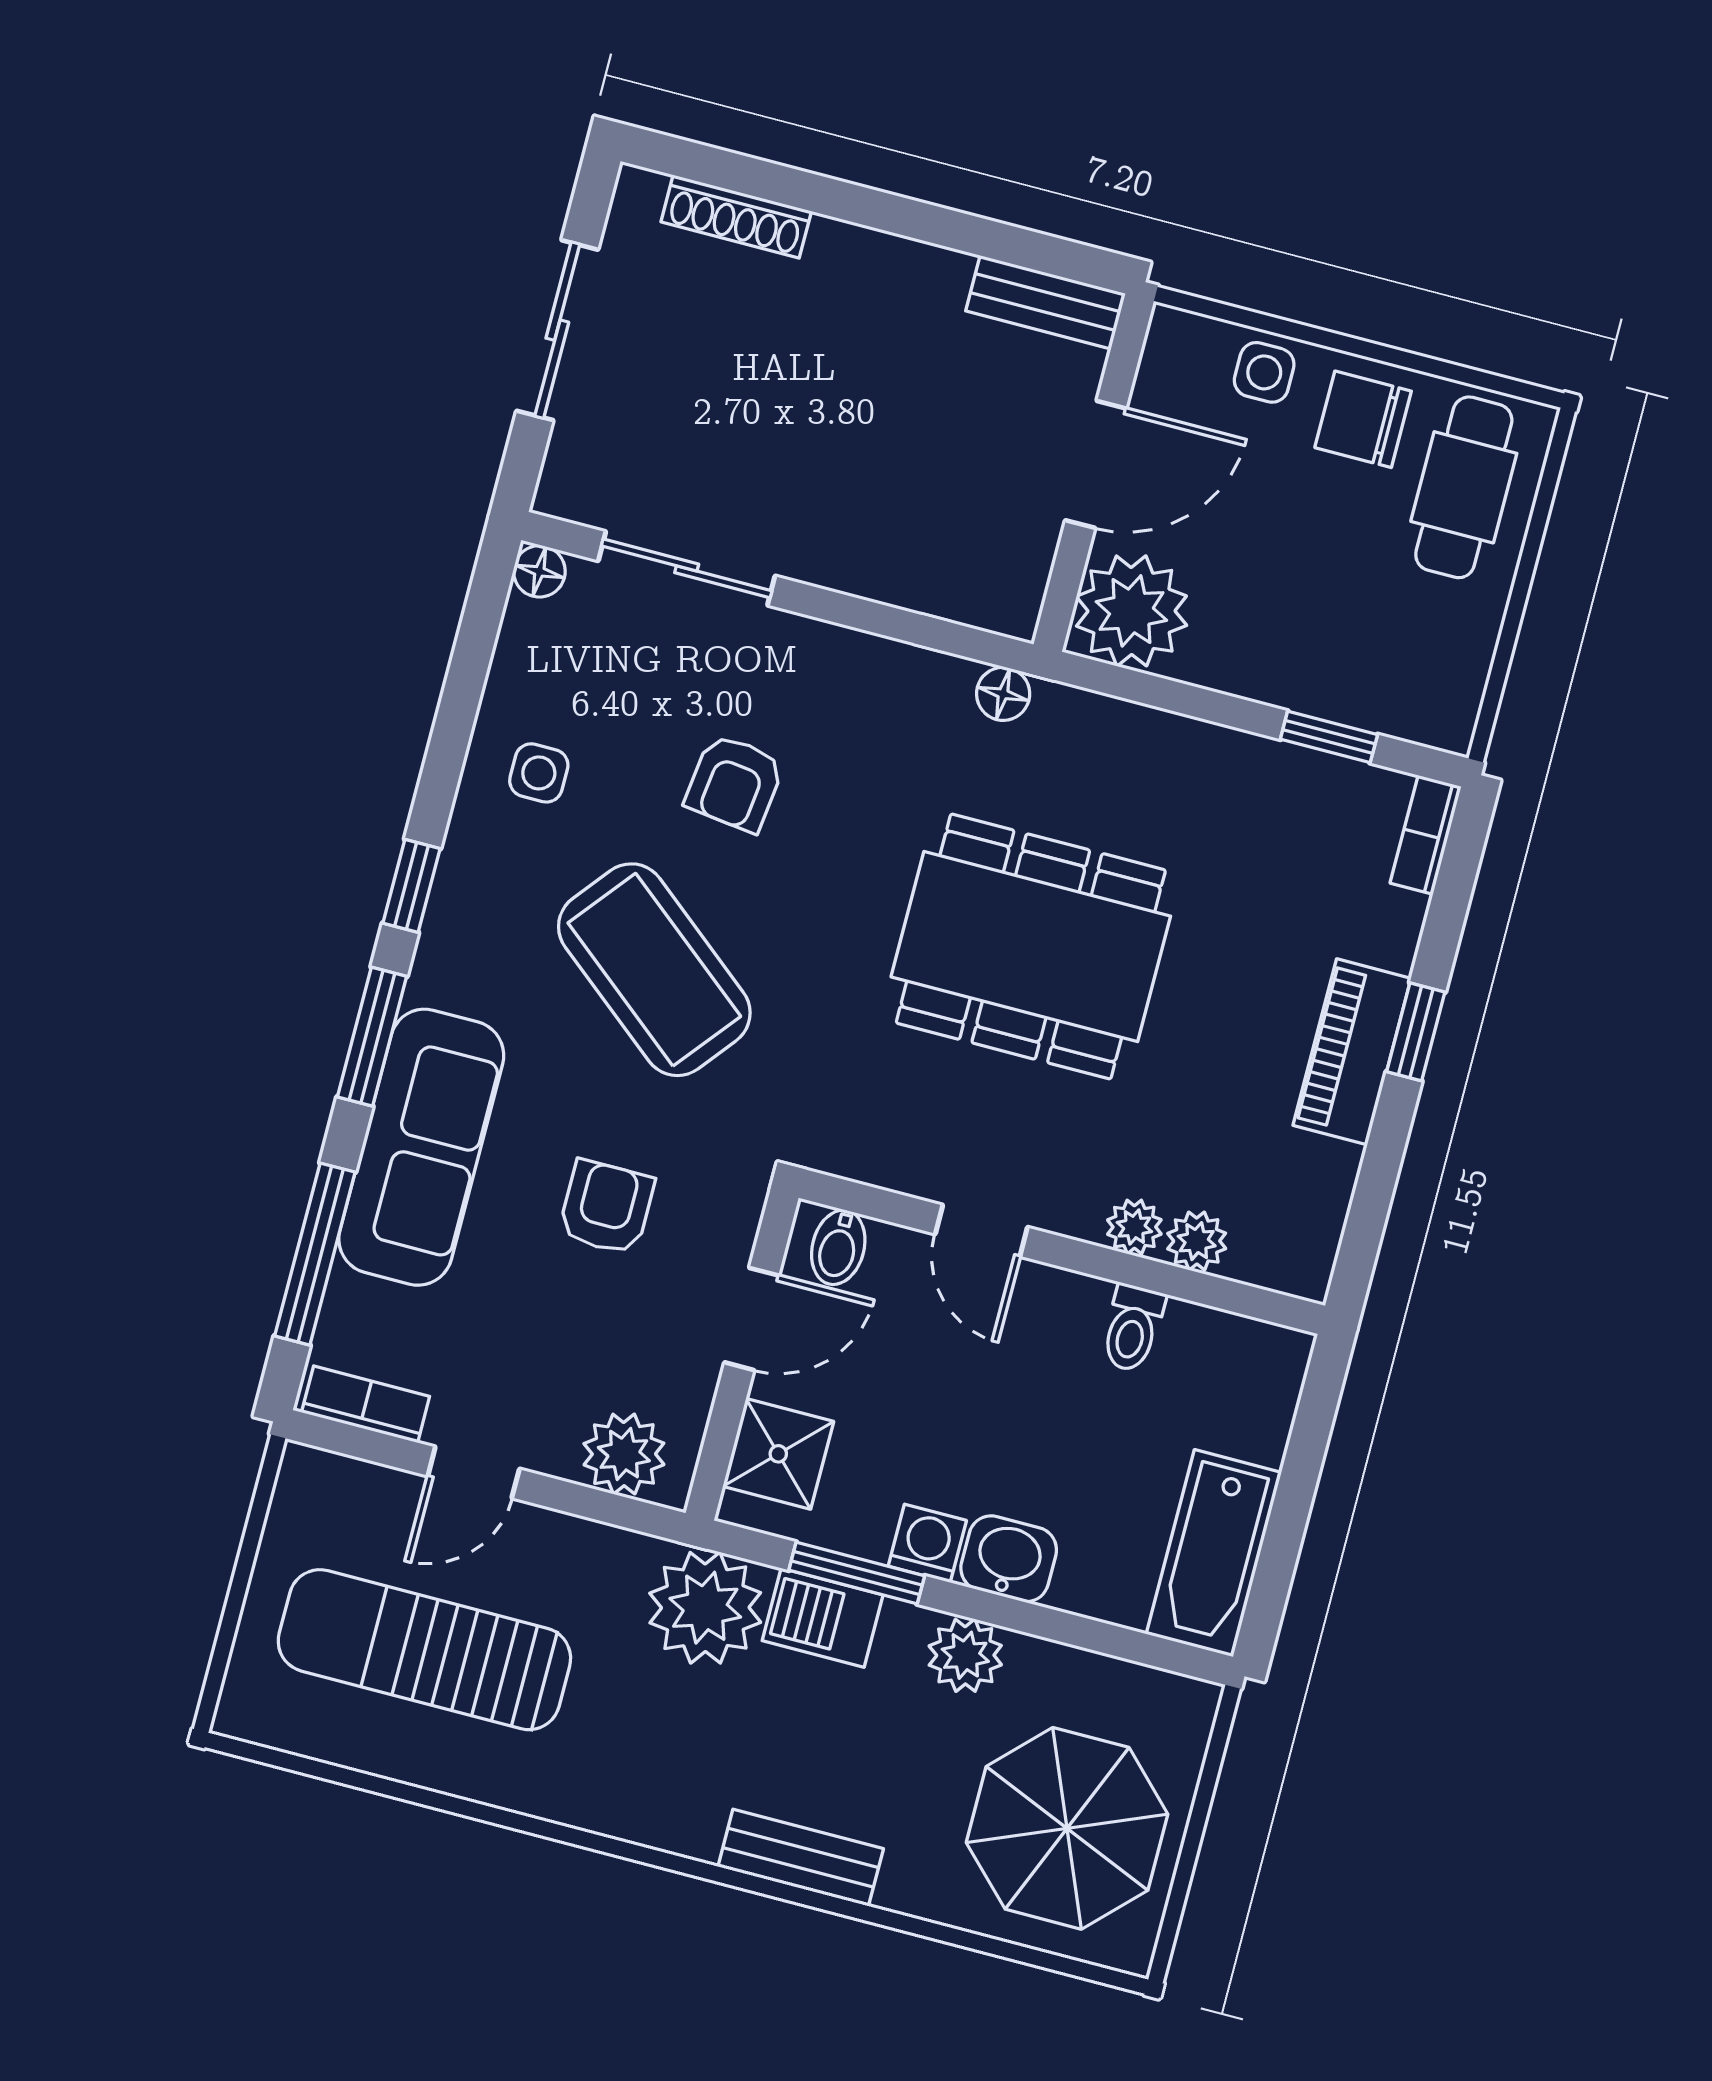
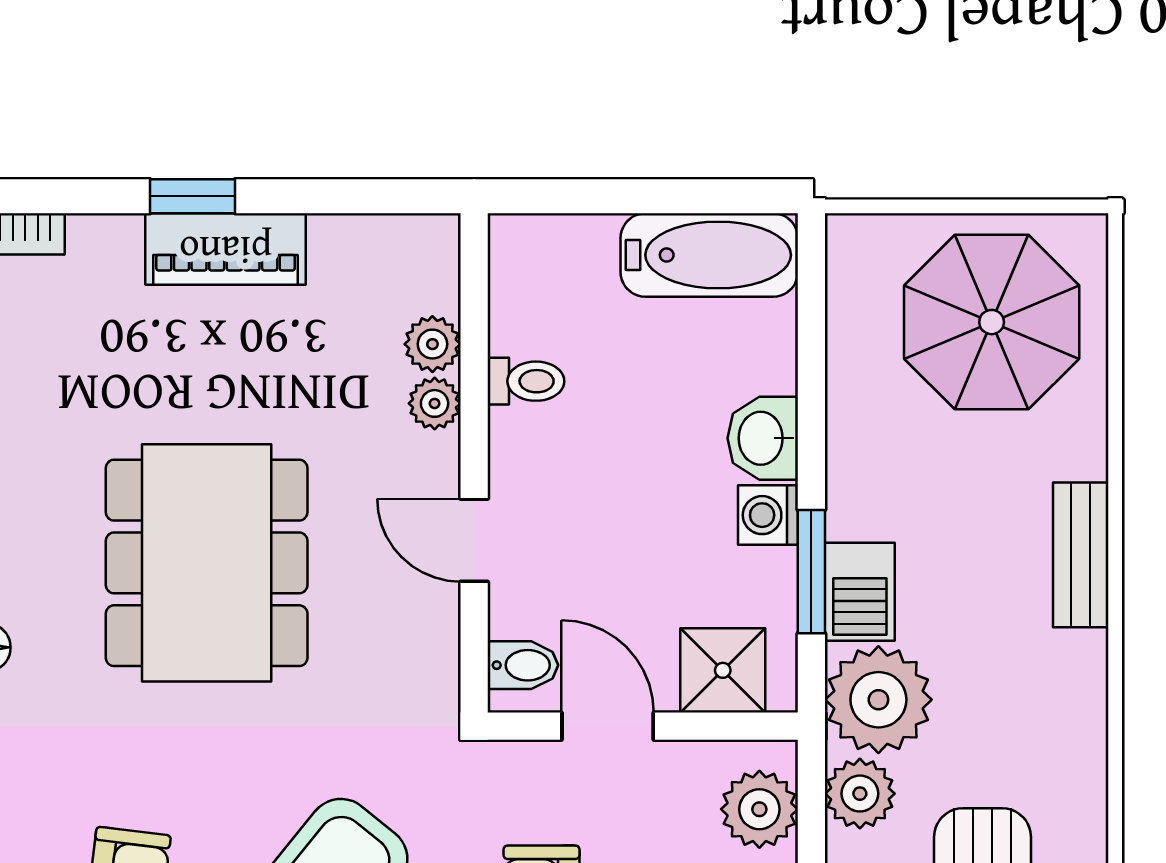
door: (981, 1231) -> (474, 540), swing flipped
plant: (965, 1655) -> (860, 794), moved

